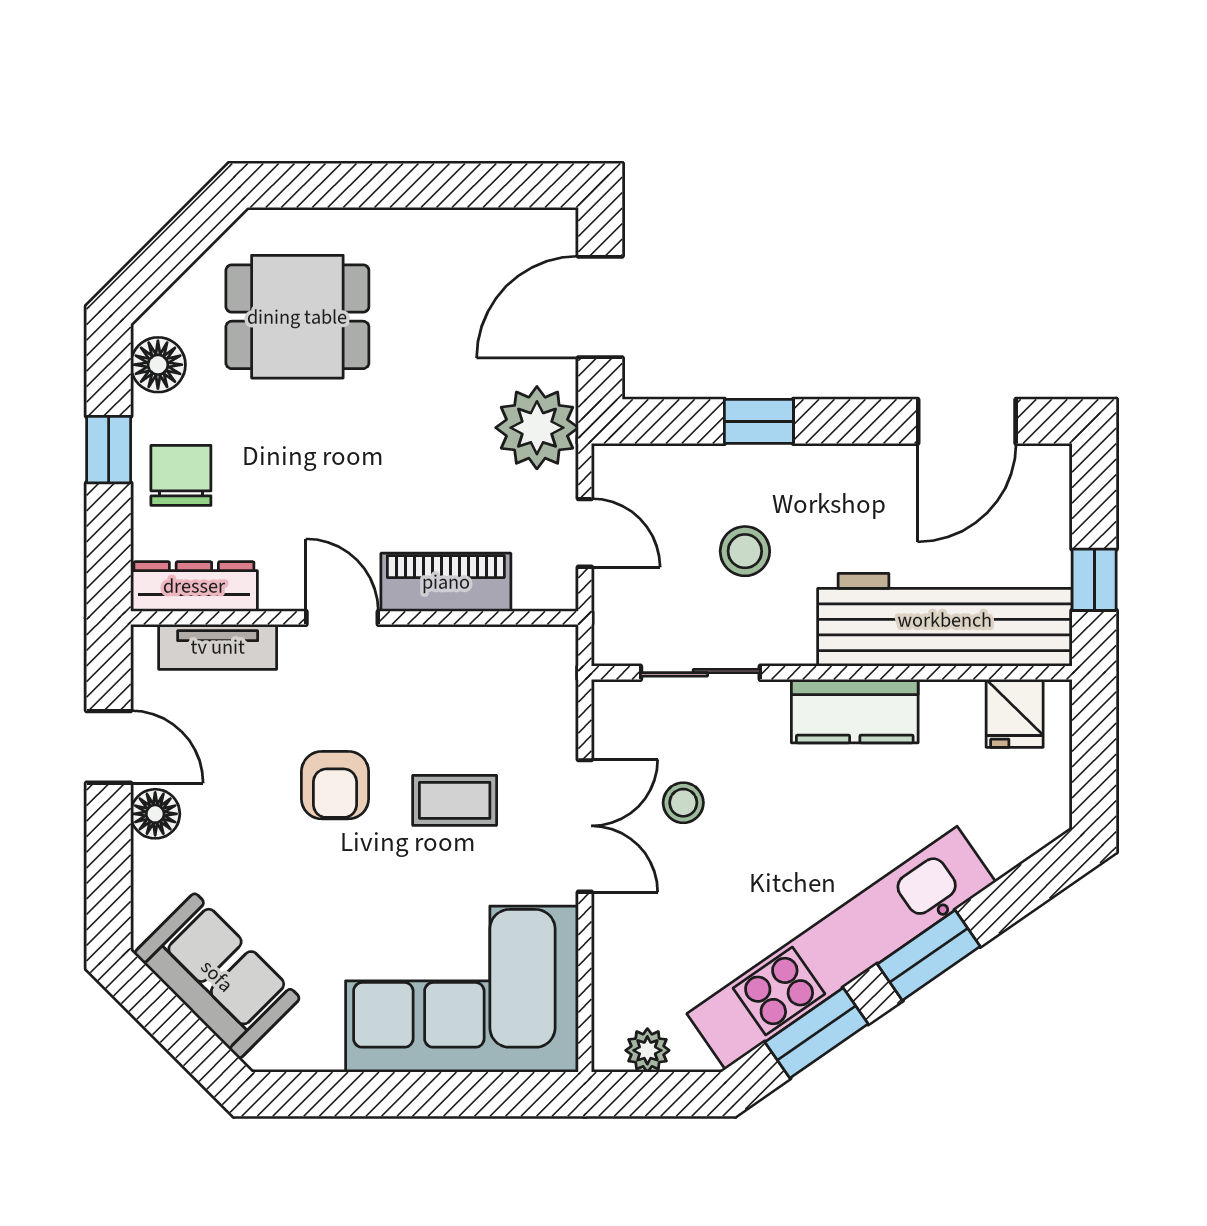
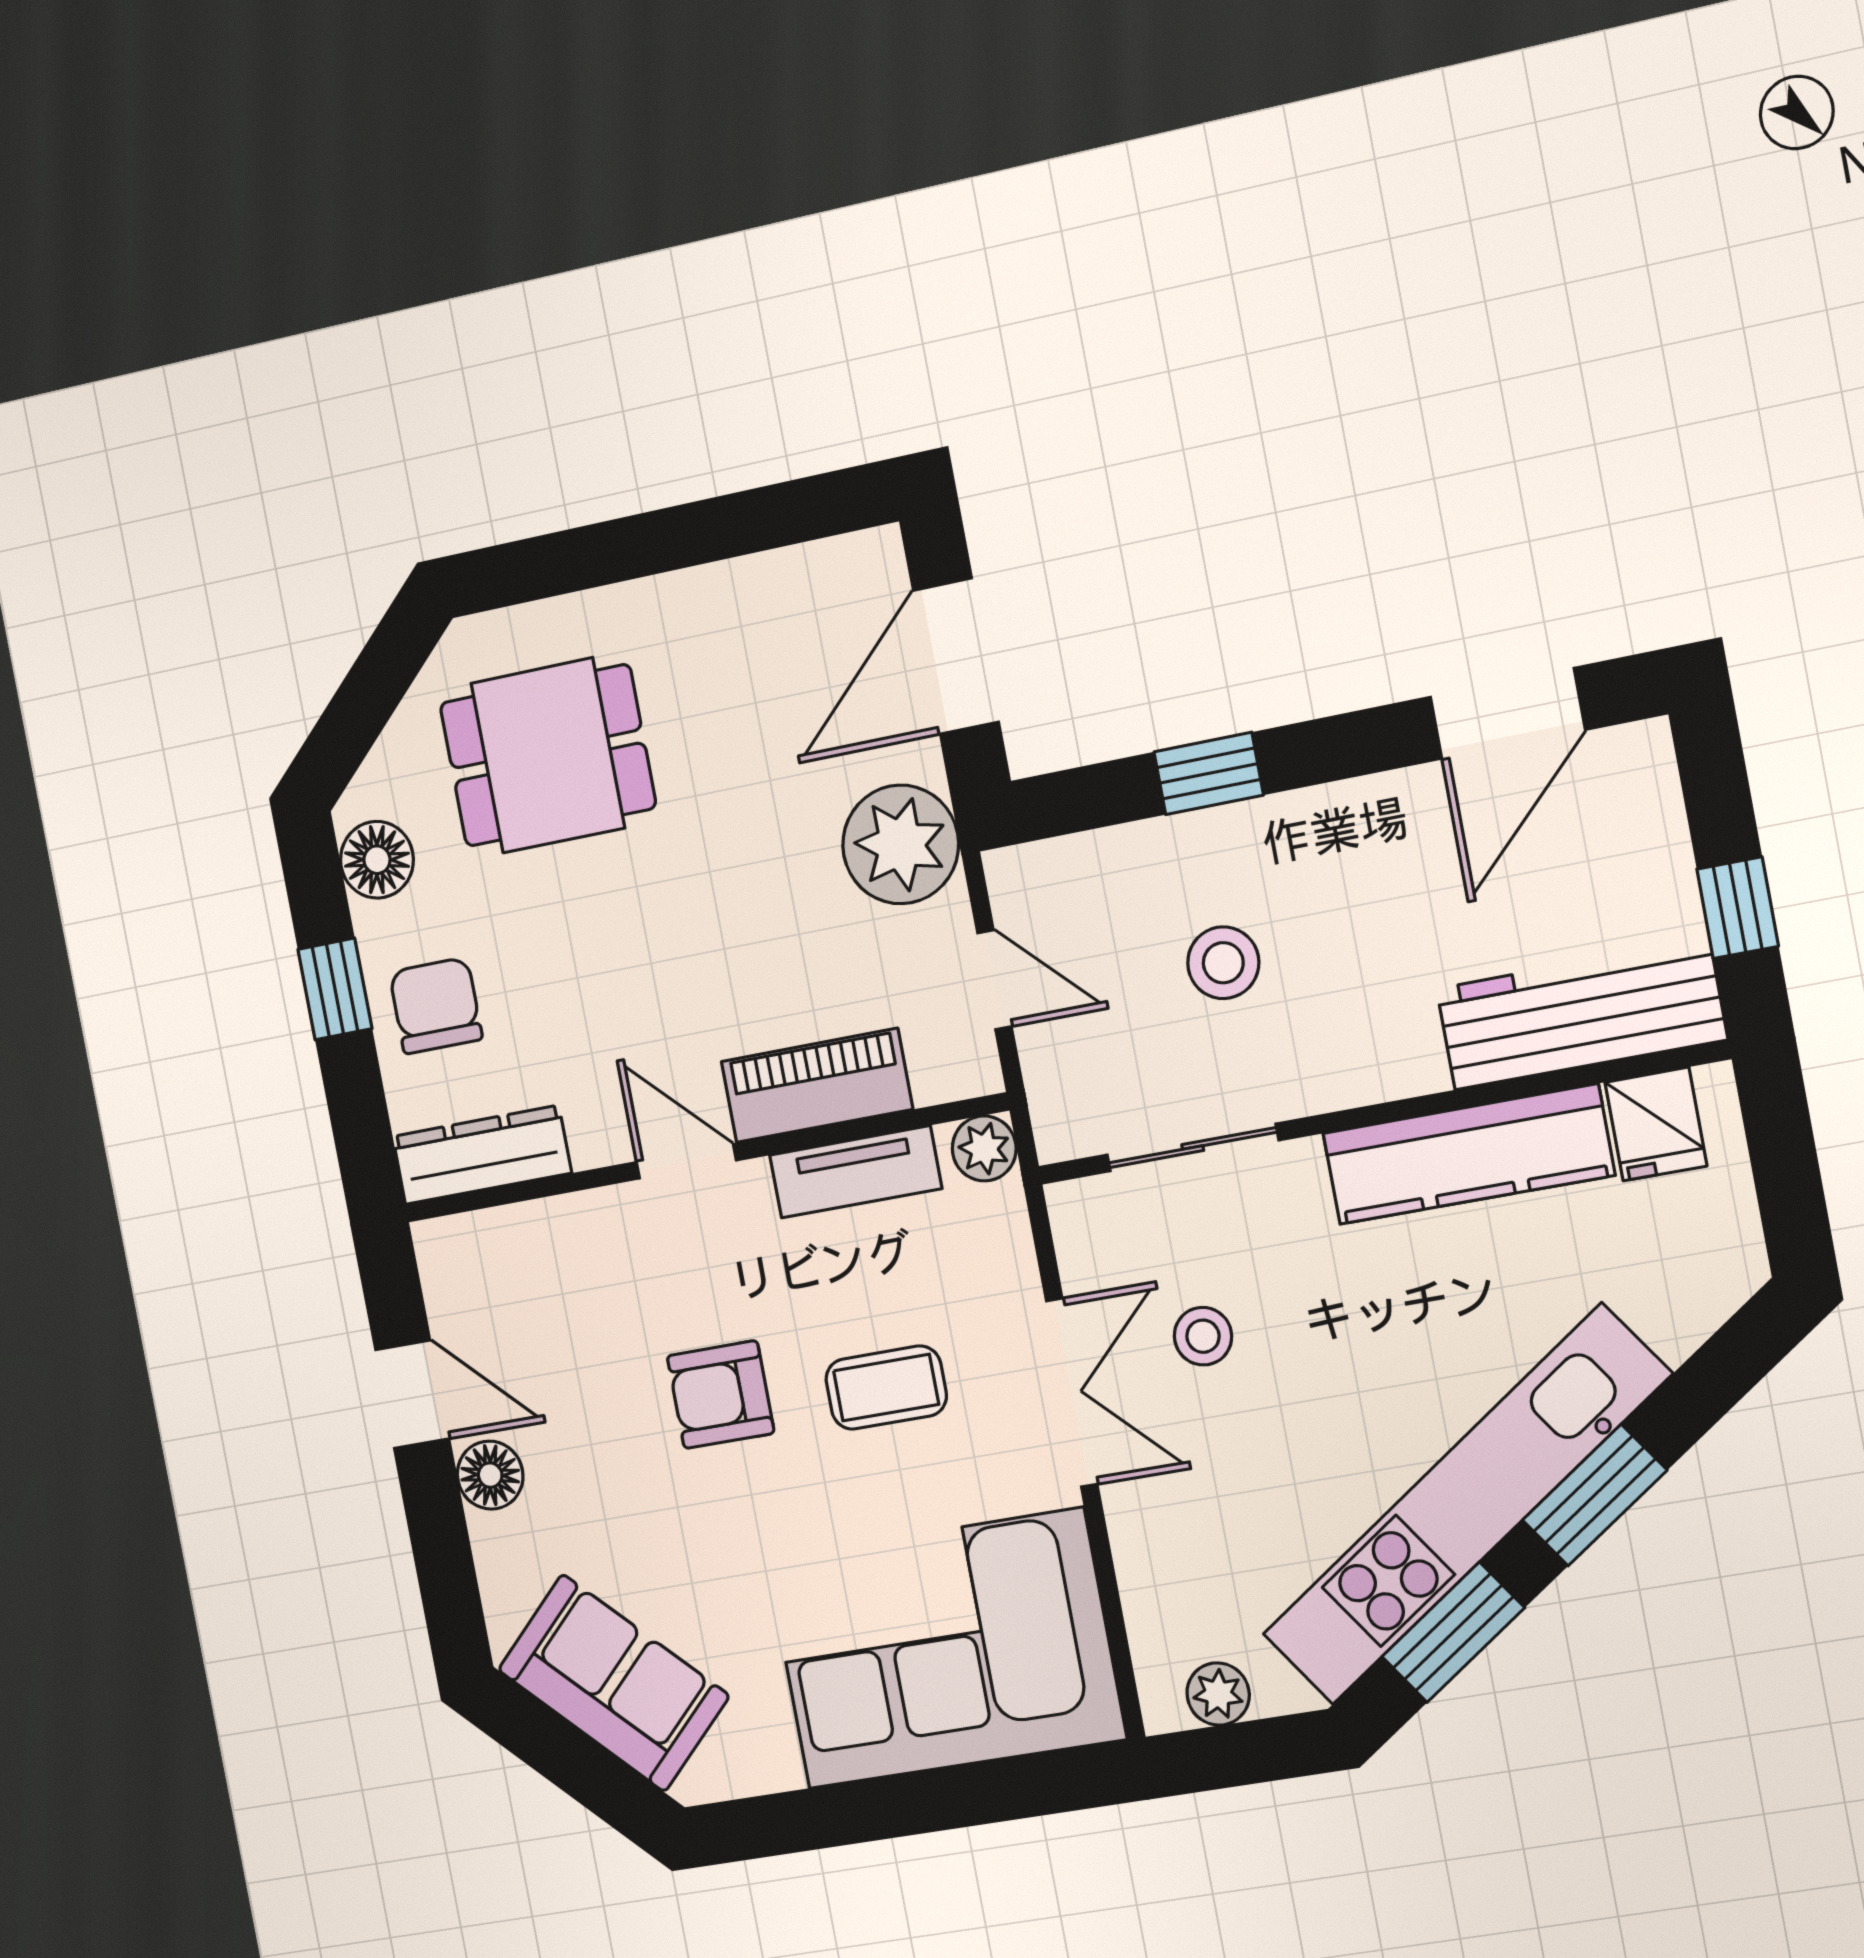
workbench: (945, 620) -> (1581, 1014), width x0.73, depth x0.76
tv unit: (218, 647) -> (856, 1172), moved
plant: (556, 647) -> (984, 1148), added
kitchen counter: (855, 711) -> (1468, 1154), width x1.50
armchair: (335, 785) -> (721, 1395), turned 90

